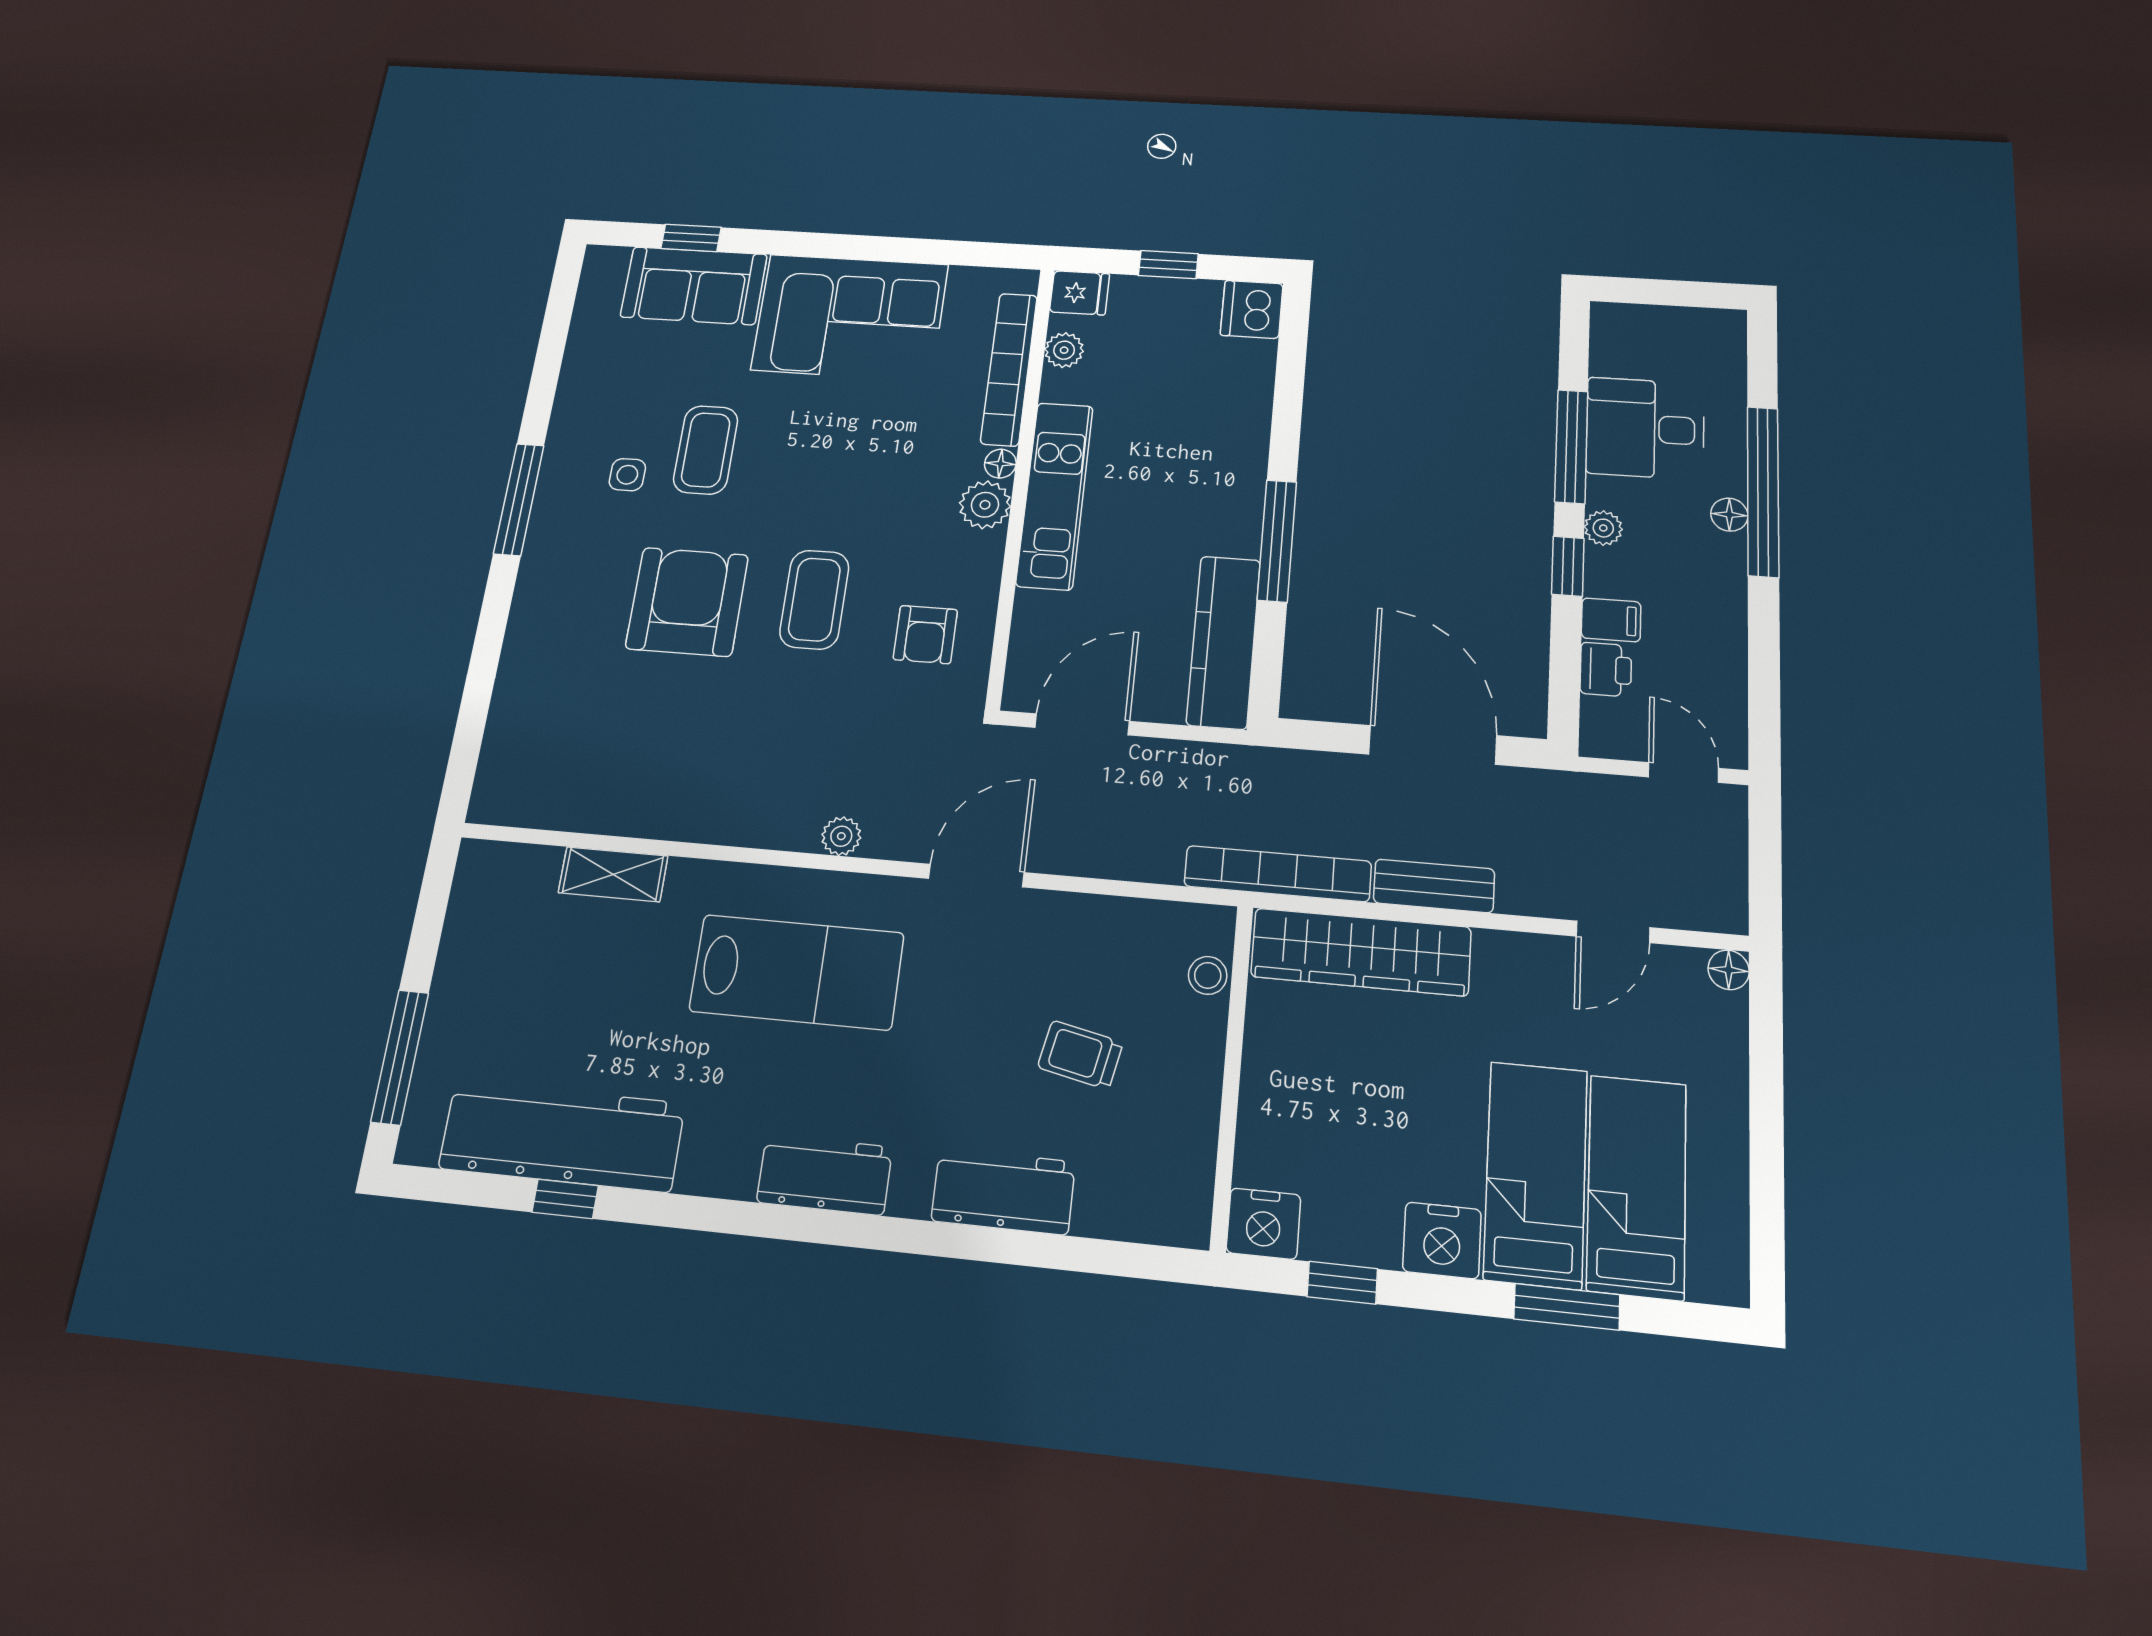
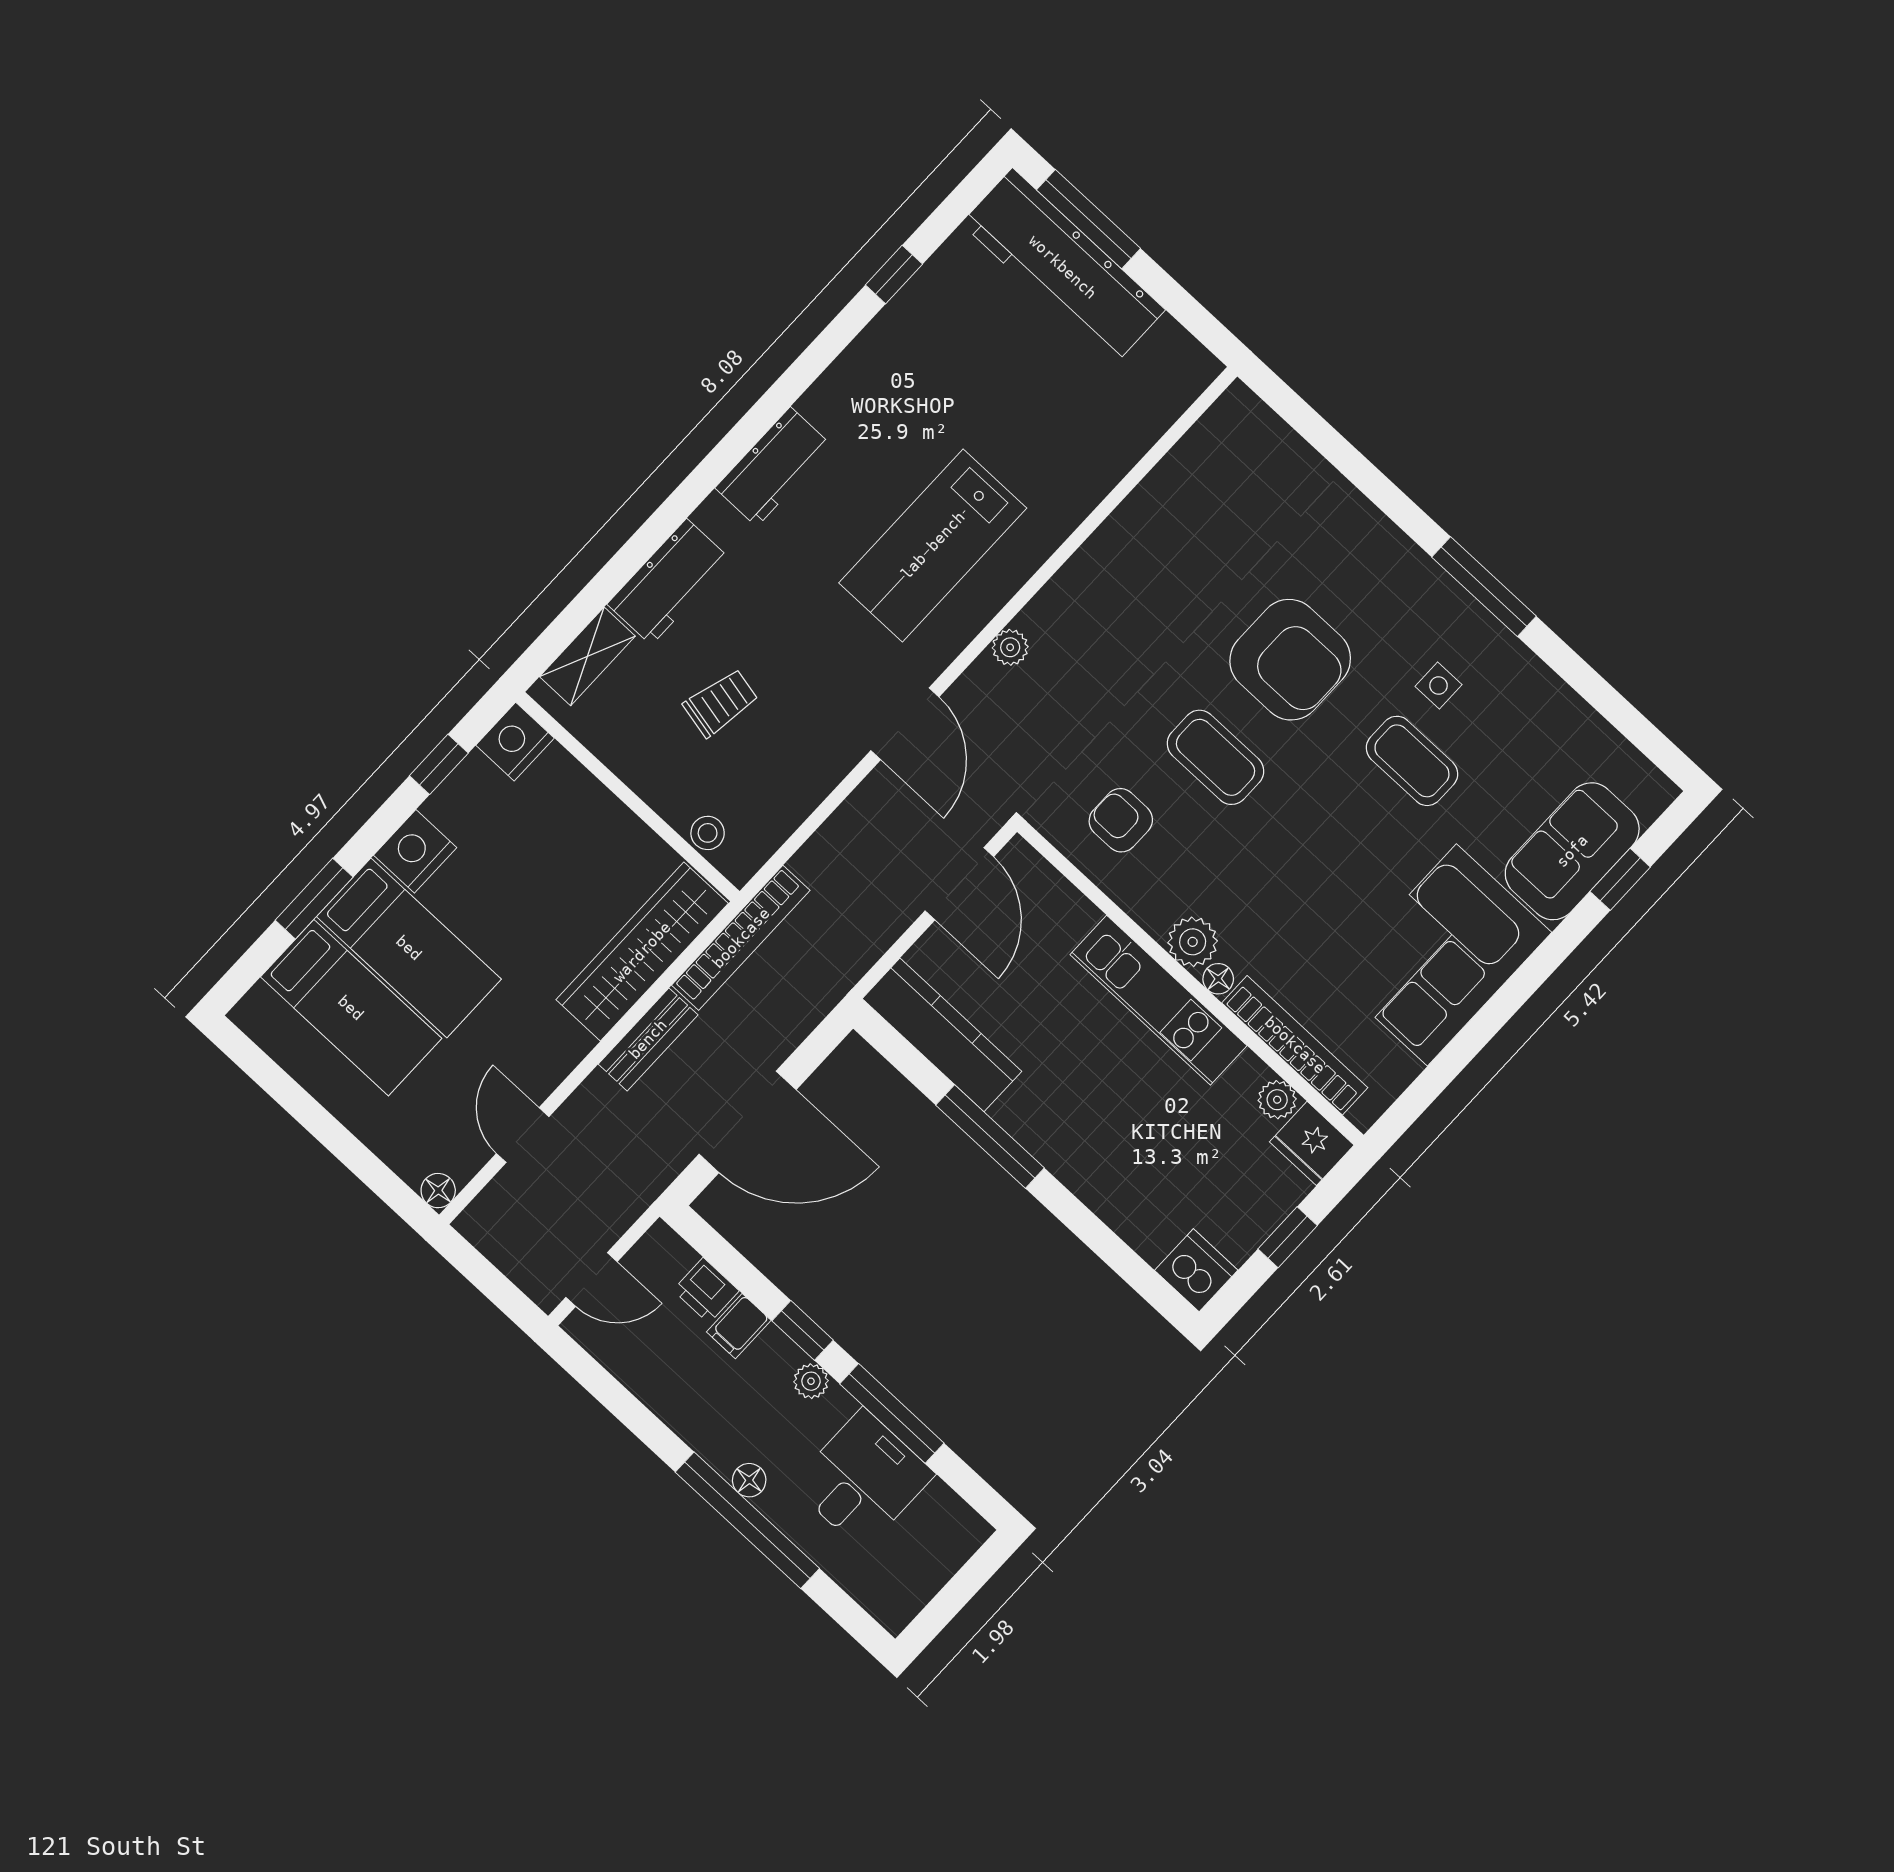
fridge: (1079, 293) -> (1312, 1143), width x1.38
shelving: (613, 874) -> (587, 656), moved
workbench: (562, 1136) -> (1063, 267), moved, turned 90

